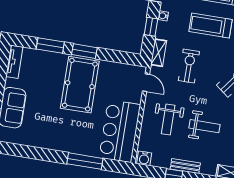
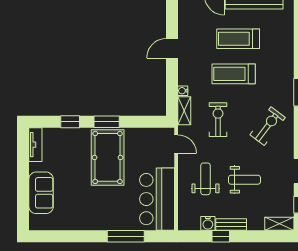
water cooler: (163, 16) -> (183, 91), moved
window: (151, 27) -> (172, 85), removed
window: (50, 46) -> (70, 122), width x0.67
weight bench: (168, 119) -> (205, 179), turned 180
water cooler: (144, 158) -> (208, 223), moved

